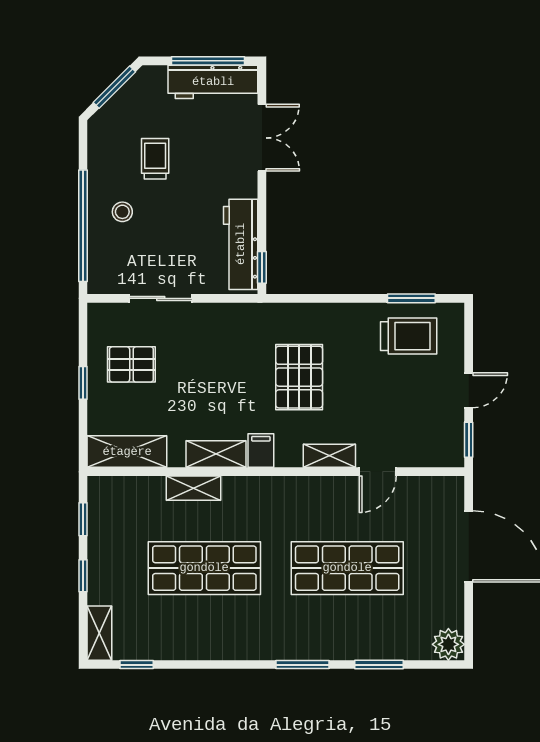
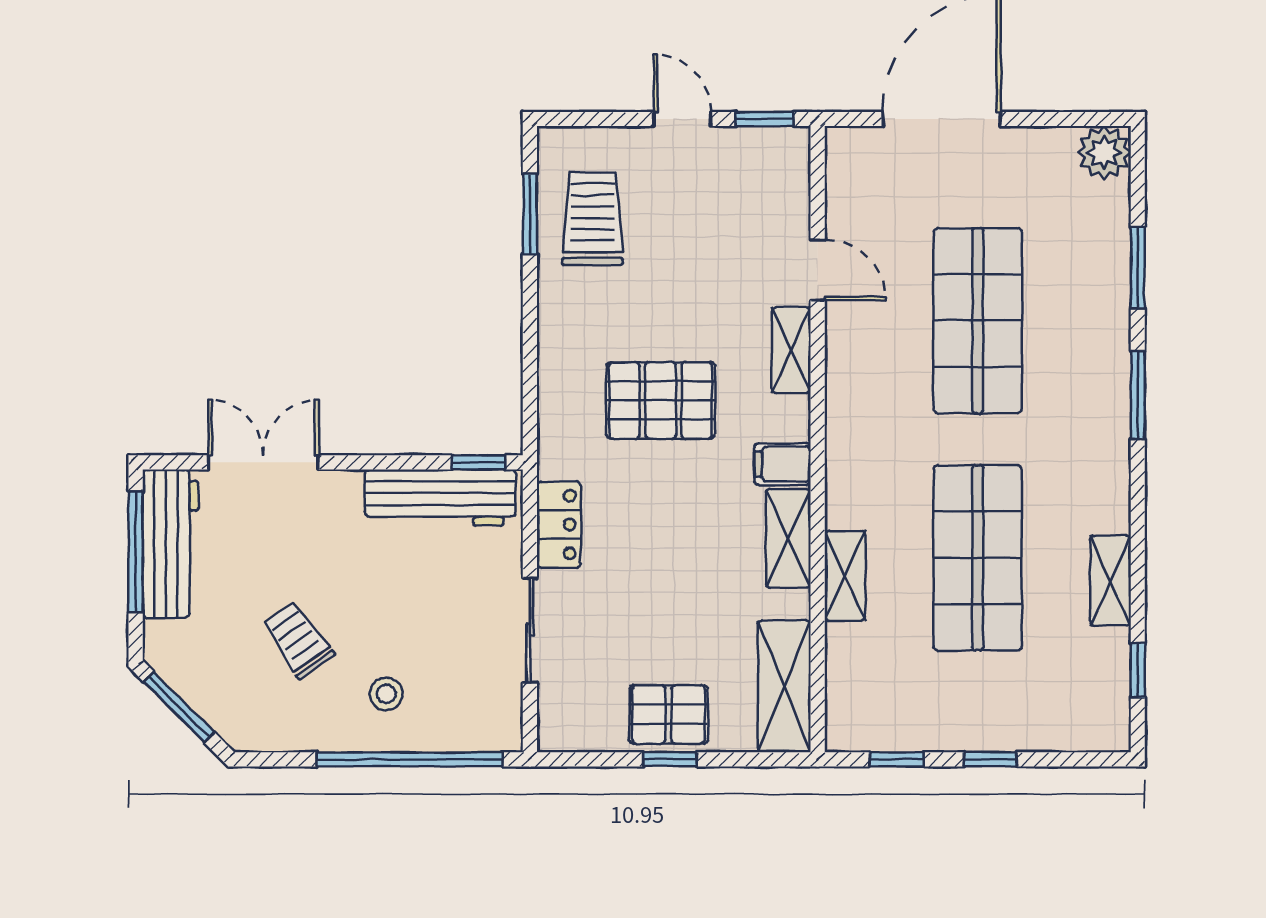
trolley: (155, 159) -> (298, 639), turned 55
locker: (224, 316) -> (559, 525), added
pallet: (131, 364) -> (669, 714), moved, turned 90
shelving: (99, 633) -> (1110, 581), moved, turned 90

